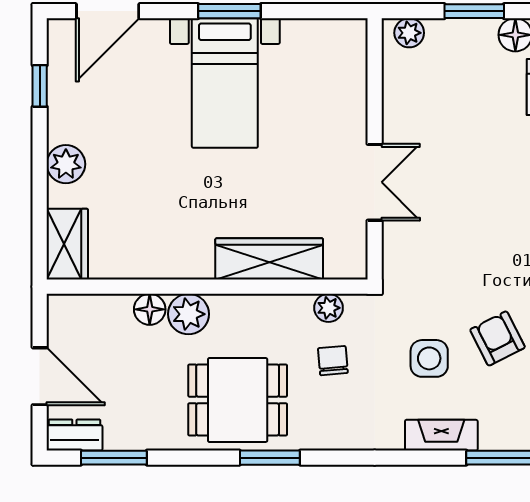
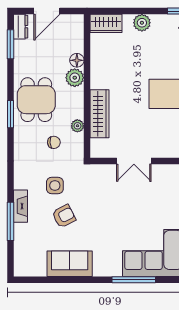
plant: (329, 308) -> (77, 126), moved
fireplace: (441, 435) -> (20, 206), moved

